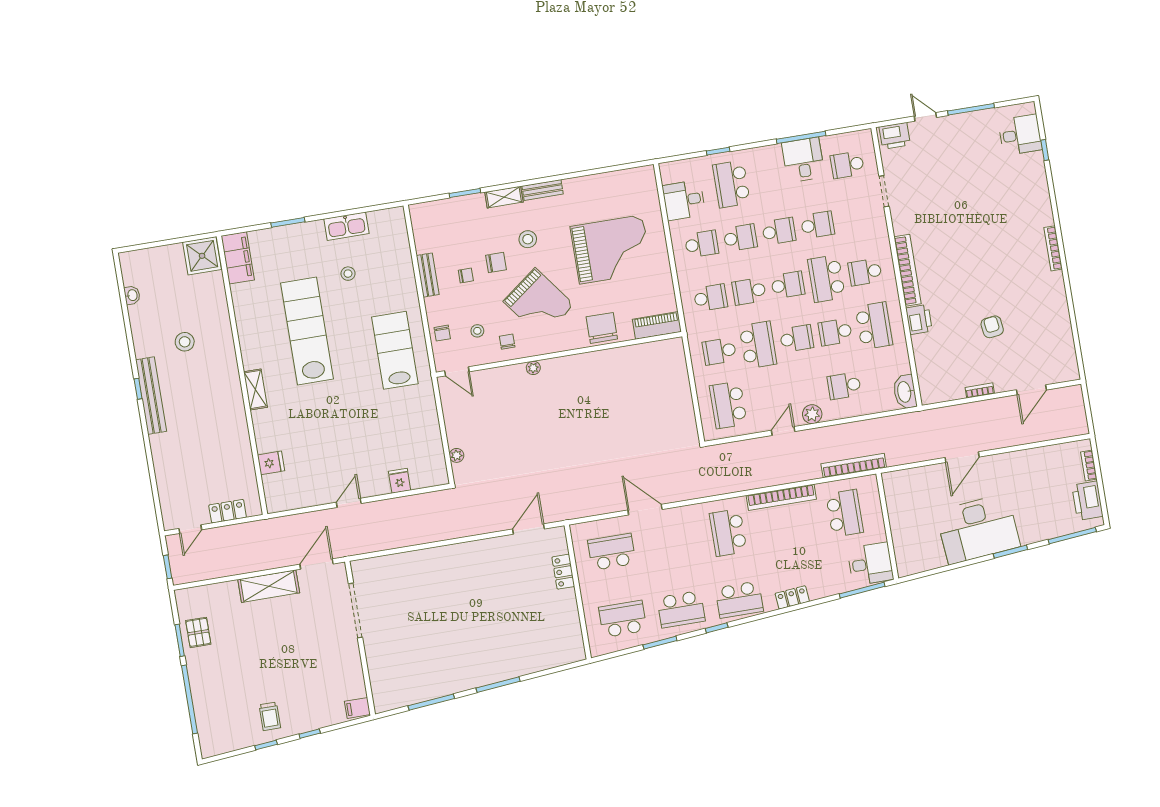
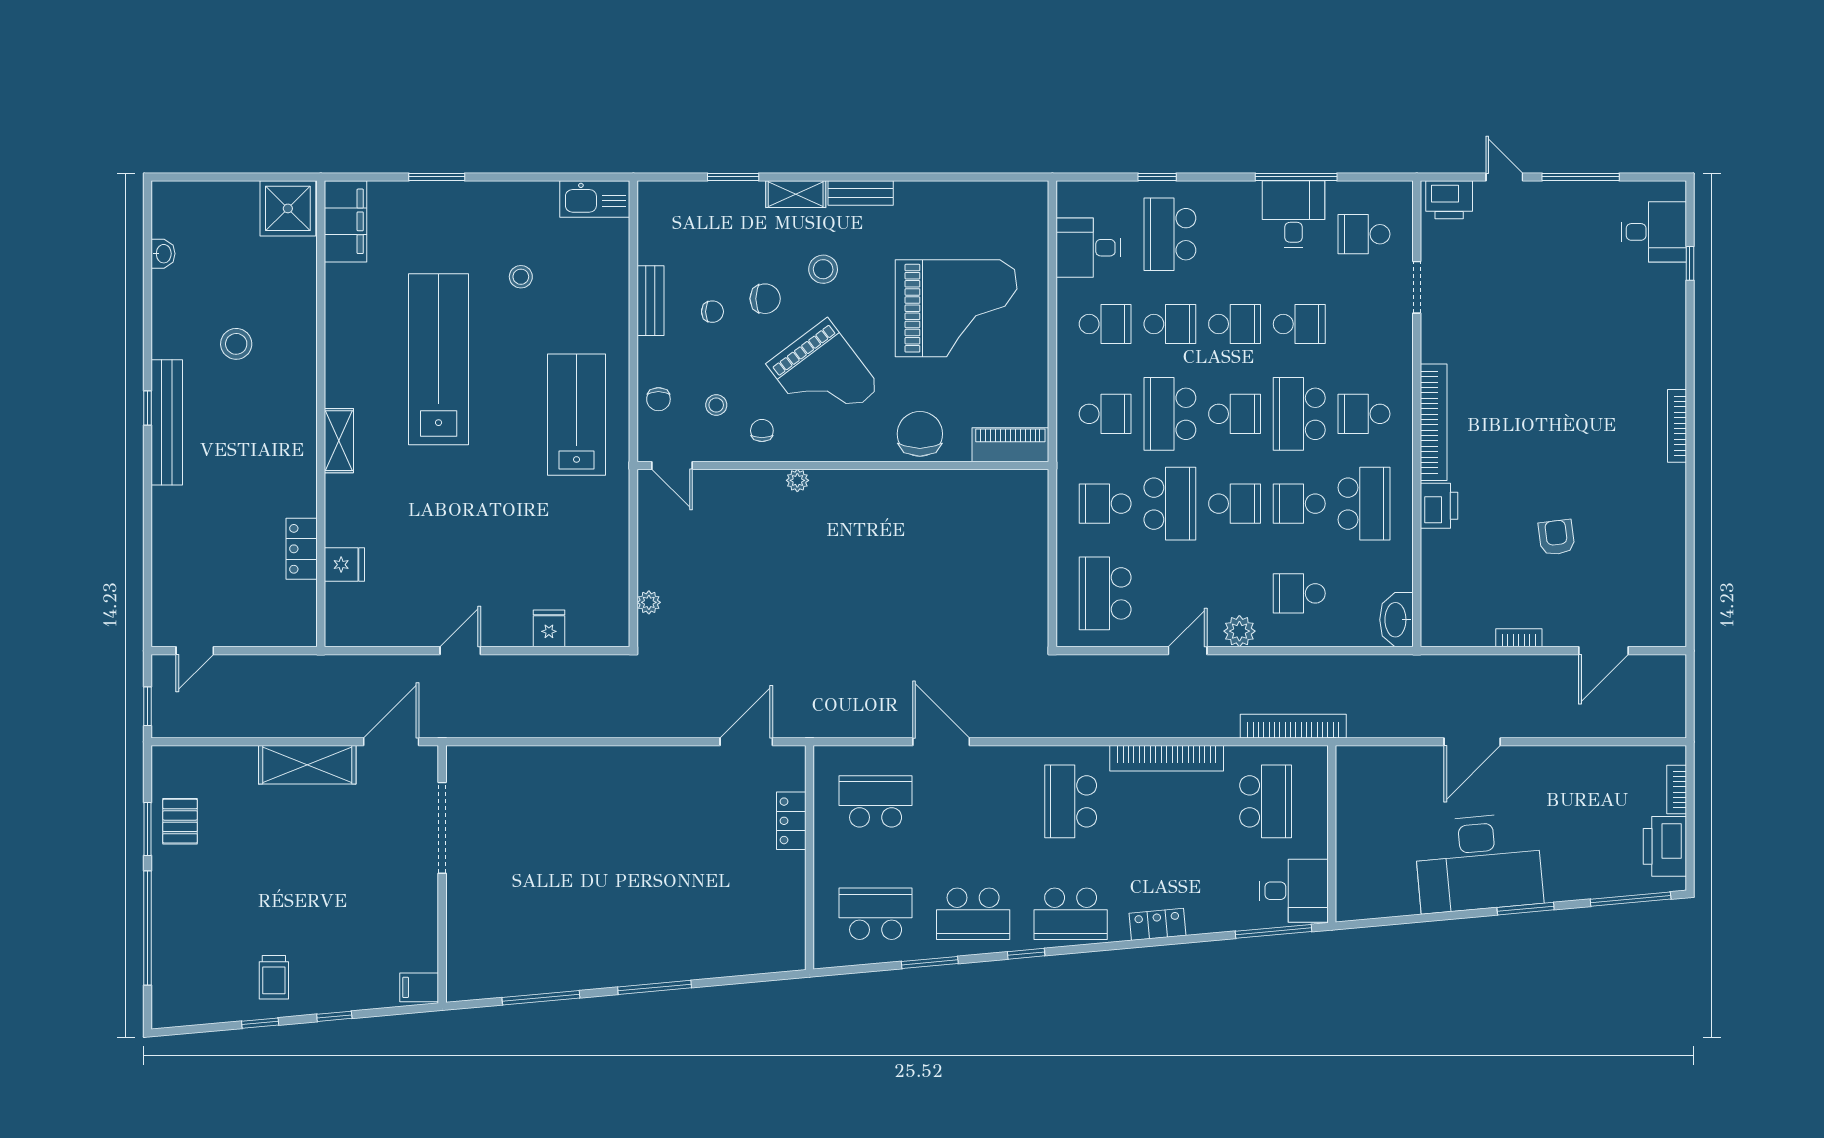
kitchen sink: (346, 226) -> (595, 199), moved
school desk: (749, 291) -> (1170, 414), width x1.85
locker: (228, 511) -> (302, 549), moved, turned -90

